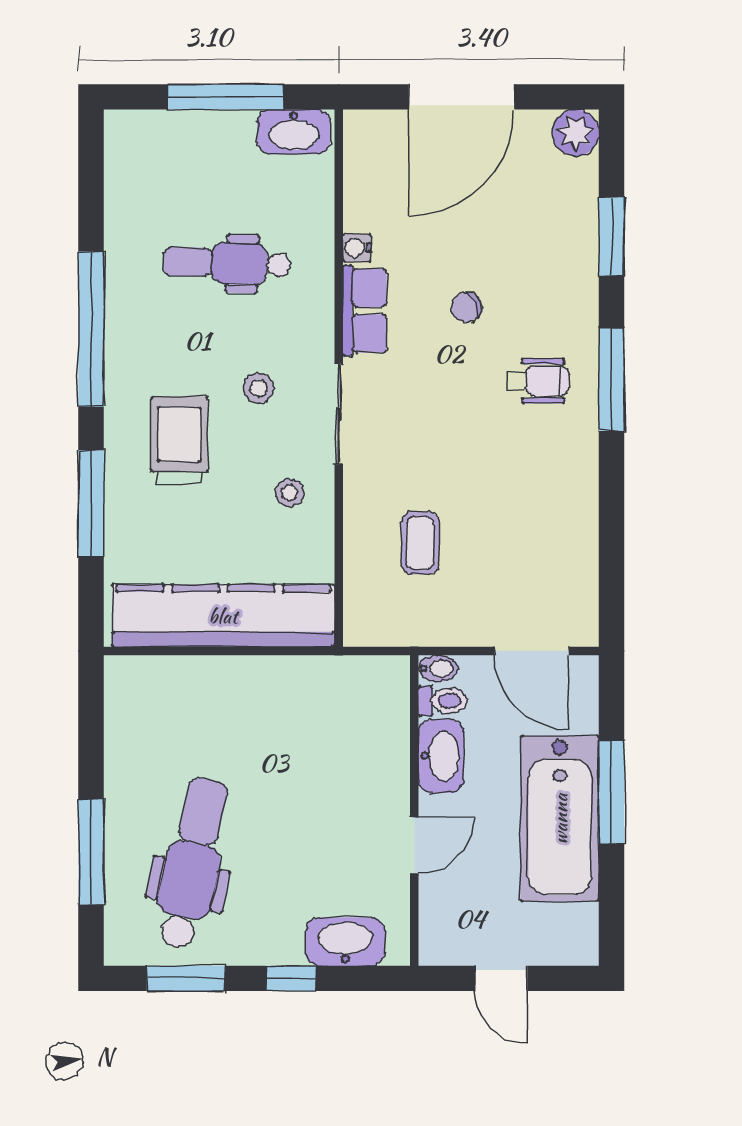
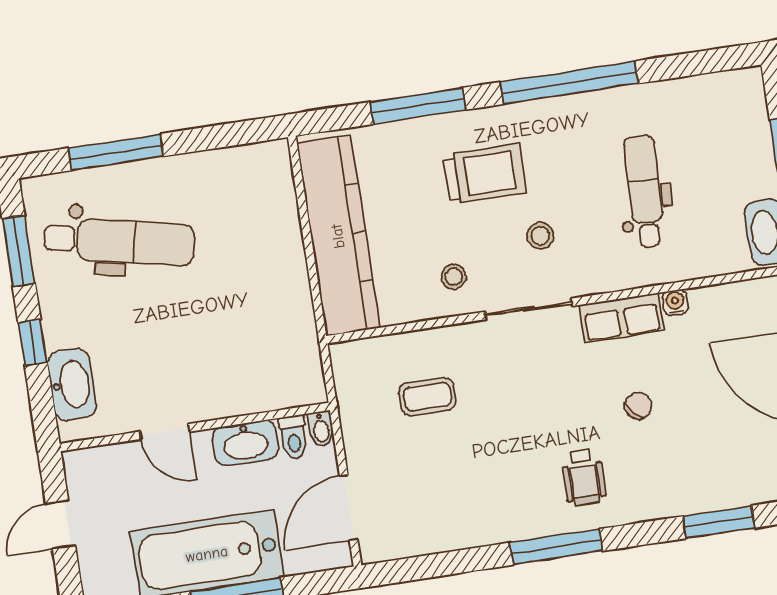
chair: (467, 307) -> (638, 406), turned 71
window: (612, 380) -> (556, 547), moved

